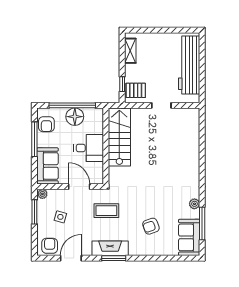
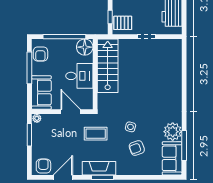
floor lamp: (75, 117) -> (85, 47), moved
plant: (194, 204) -> (173, 132), width x1.88, depth x1.88
side table: (60, 217) -> (130, 127), moved

